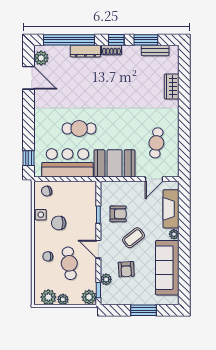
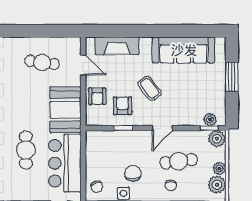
chair: (59, 223) -> (133, 173), turned 180
plant: (174, 234) -> (146, 43), removed
armchair: (126, 269) -> (97, 96), moved, turned 93
plant: (106, 279) -> (210, 119), moved

